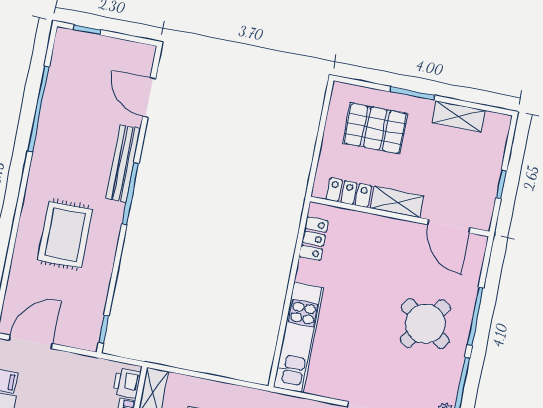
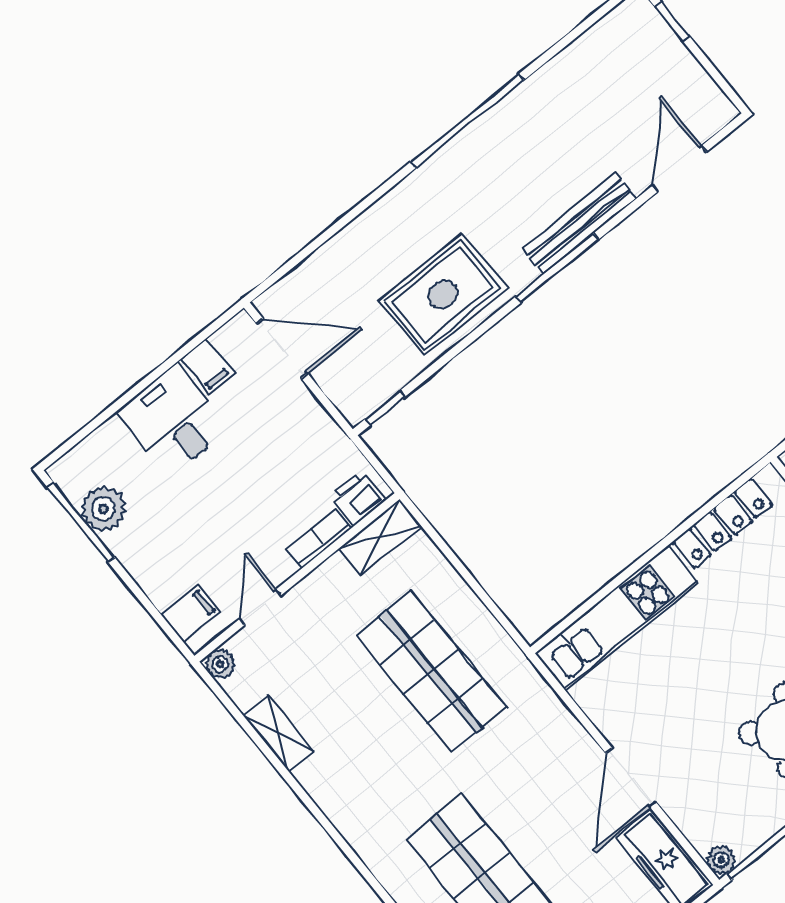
window: (38, 109) -> (467, 121), moved
rug: (65, 235) -> (443, 294), moved
locker: (314, 239) -> (723, 523), width x1.53

